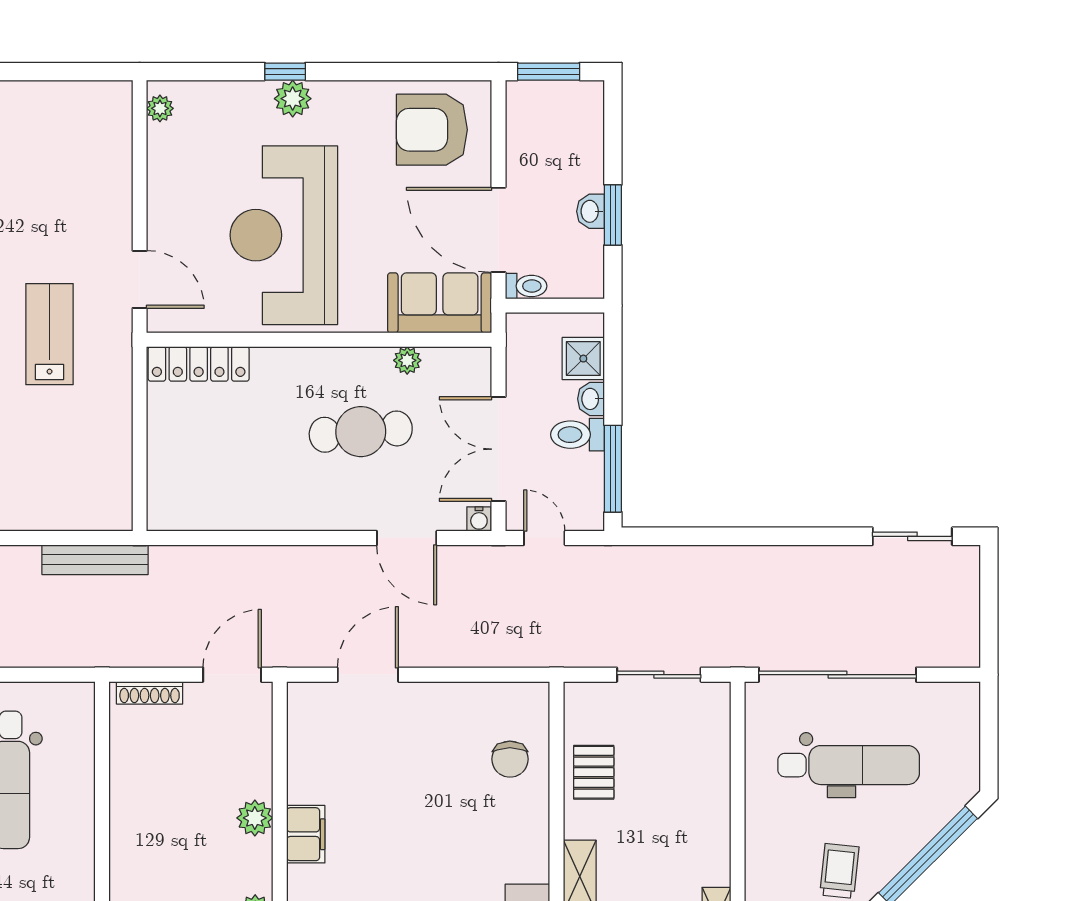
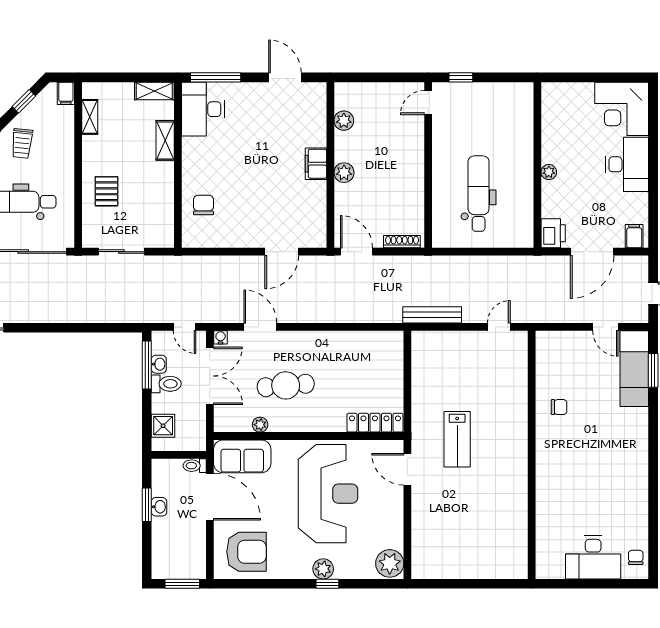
plant: (160, 108) -> (390, 563), width x1.88, depth x1.88
washbasin: (591, 399) -> (159, 364), moved
door: (232, 675) -> (357, 252), swing flipped
pallet: (594, 772) -> (106, 191), moved

